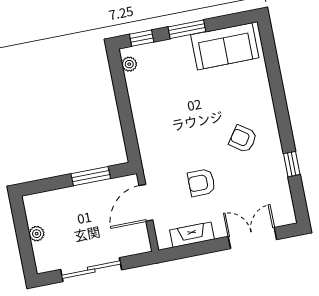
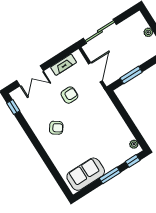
window: (292, 164) -> (13, 107), moved
sliding door: (91, 270) -> (100, 31), moved

